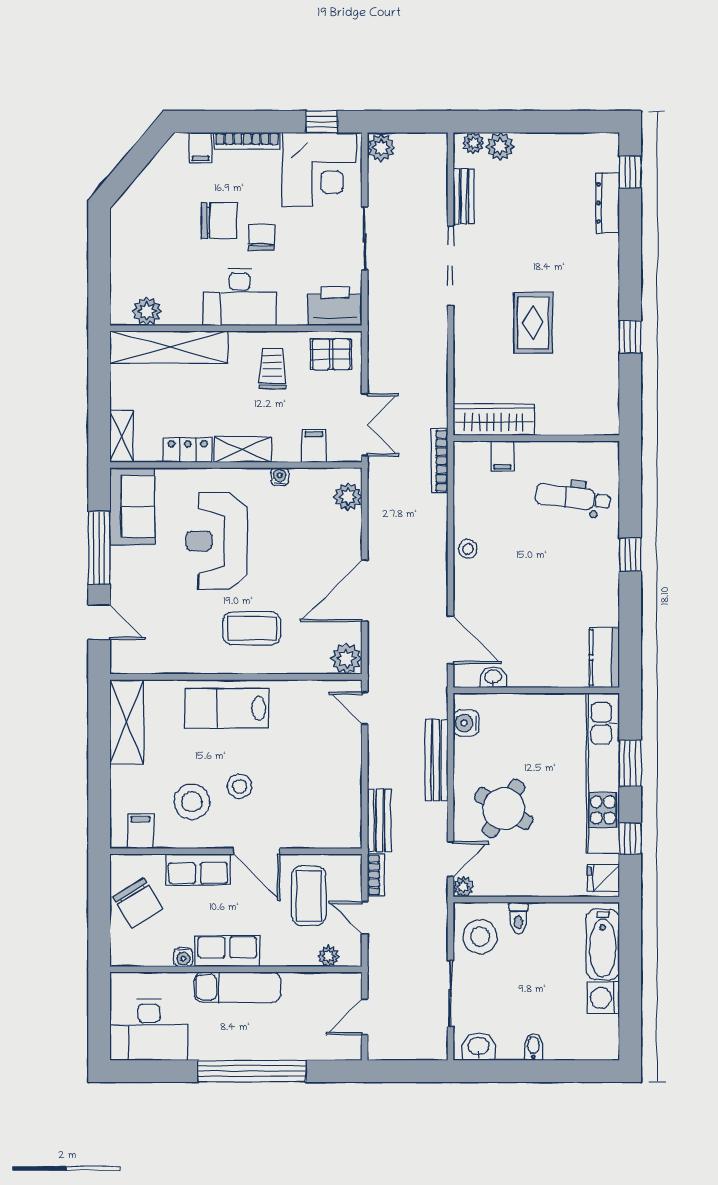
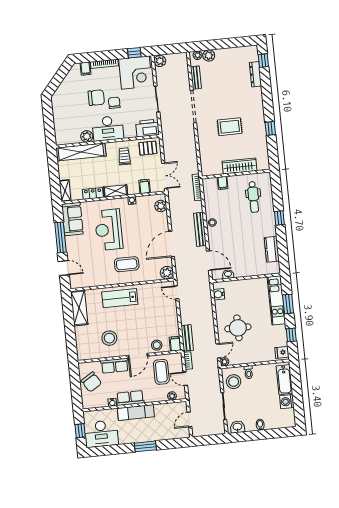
plant: (147, 311) -> (87, 136), moved
rug: (533, 323) -> (230, 127), turned 90
wardrobe: (494, 420) -> (240, 166), moved
dental chair: (573, 498) -> (253, 197), turned -97
kitchen counter: (604, 657) -> (272, 249), moved
bench: (436, 760) -> (200, 229), moved
kitchen unit: (603, 773) -> (276, 300), width x0.73
stool: (240, 786) -> (157, 345), moved
round table: (504, 809) -> (238, 328), turned -31
filing cabinet: (140, 831) -> (175, 344), moved
door: (257, 851) -> (138, 356), hinge flipped
window: (99, 1017) -> (80, 431), added
window: (252, 1071) -> (145, 446), width x0.47

